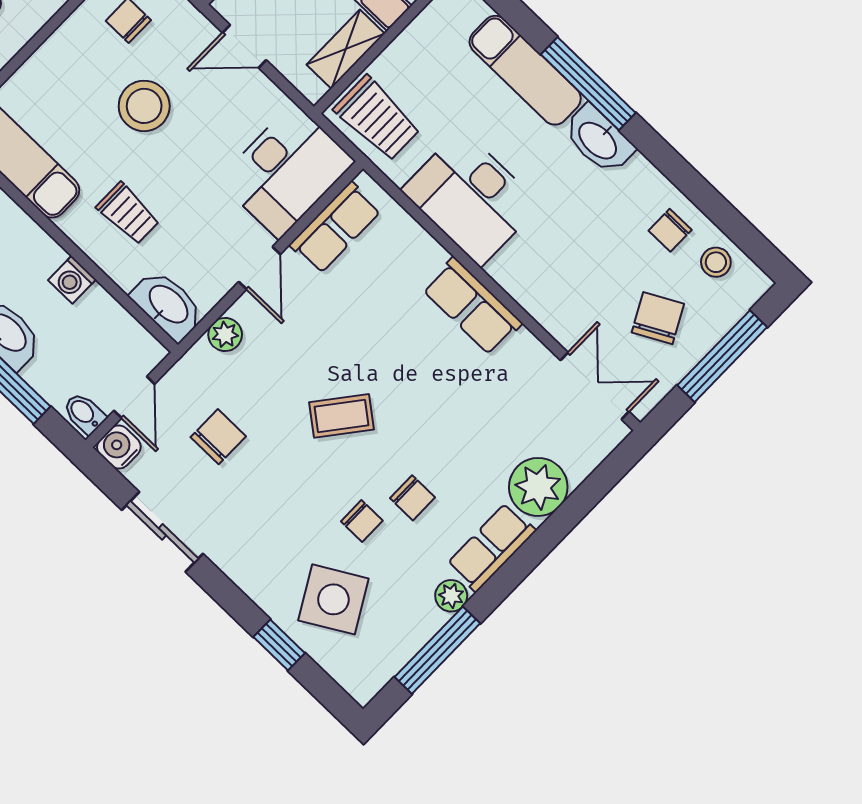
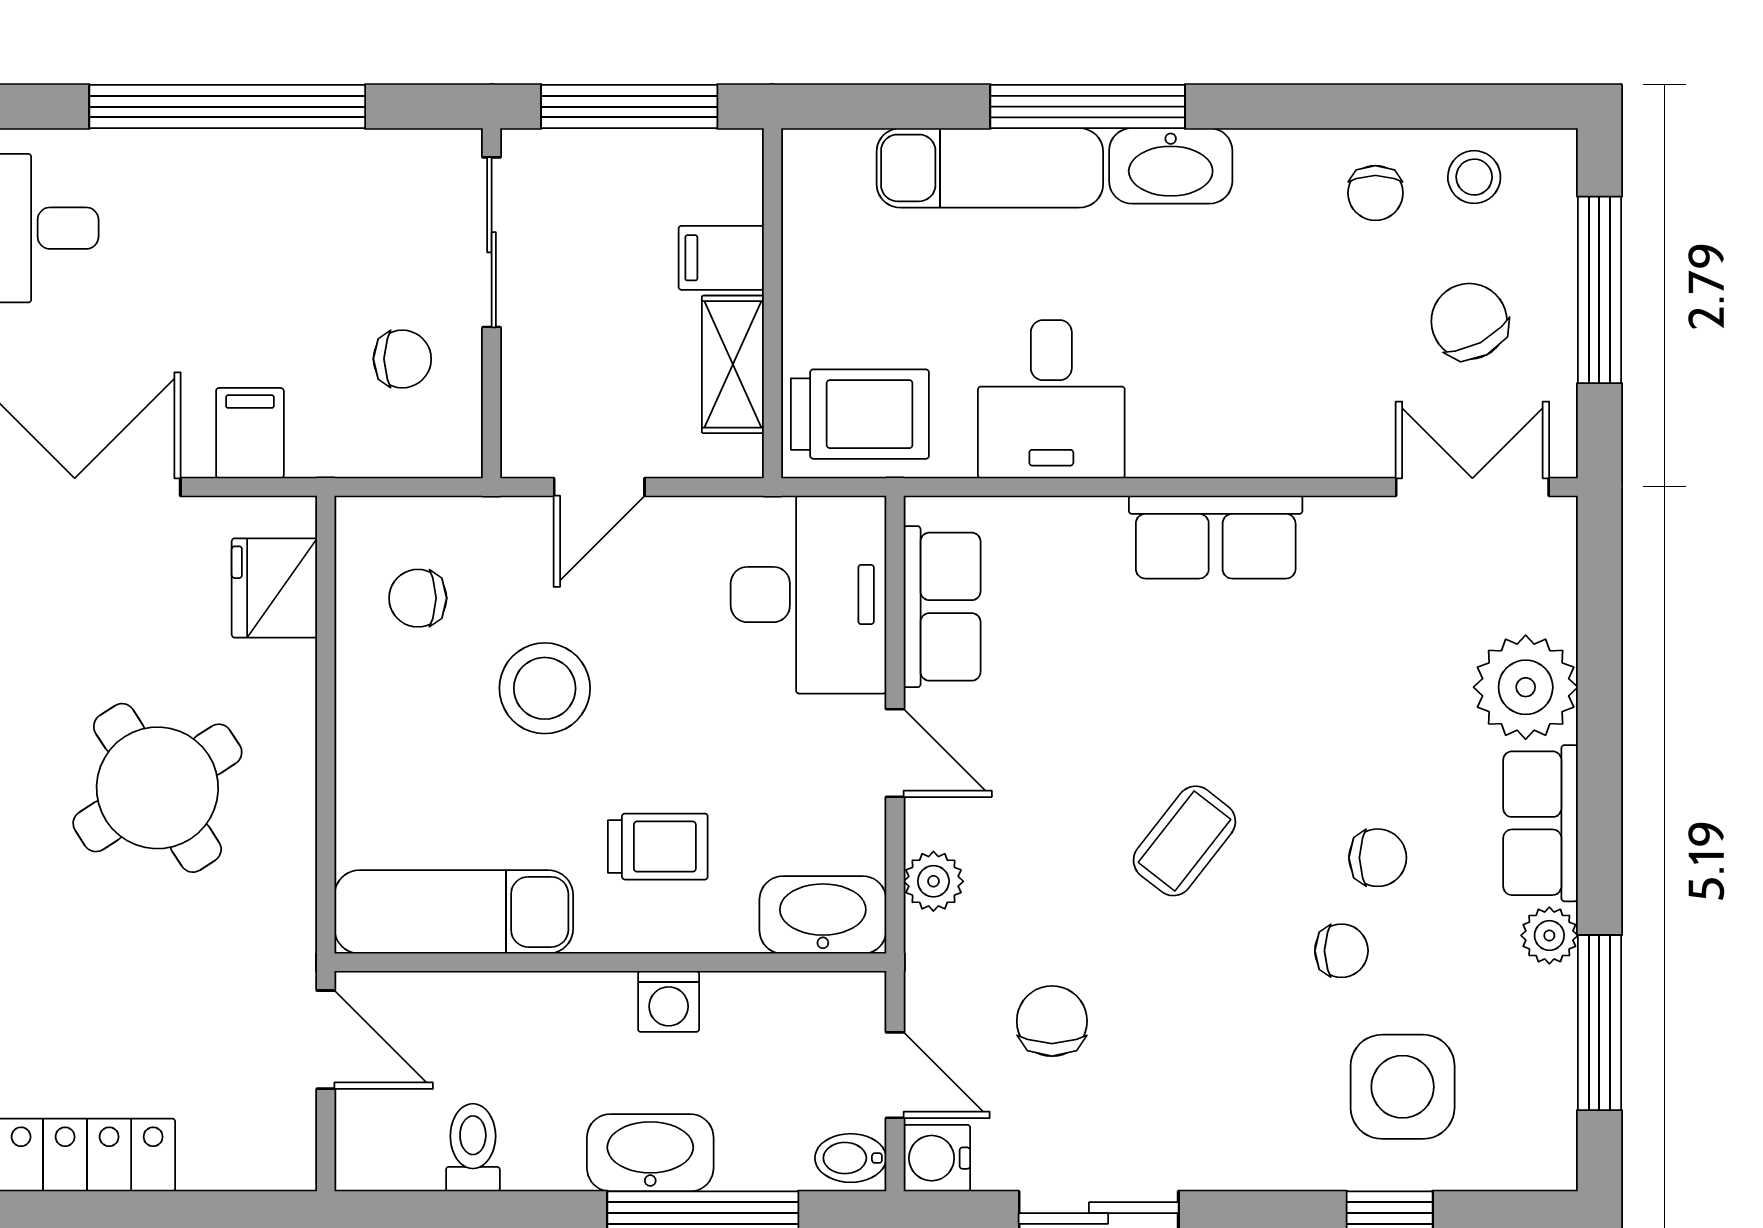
desk: (471, 198) -> (1051, 399), width x0.73
side table: (333, 599) -> (1403, 1087), turned 30

